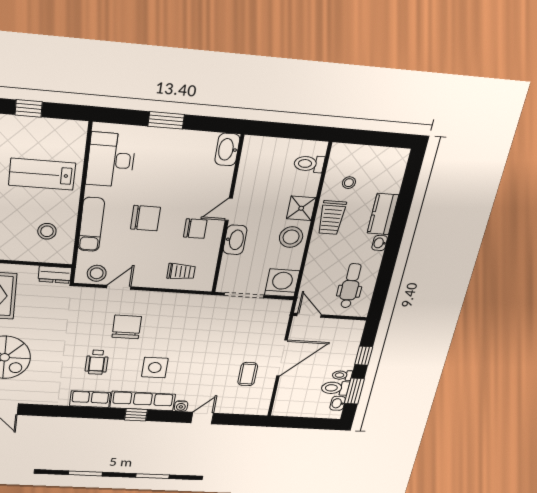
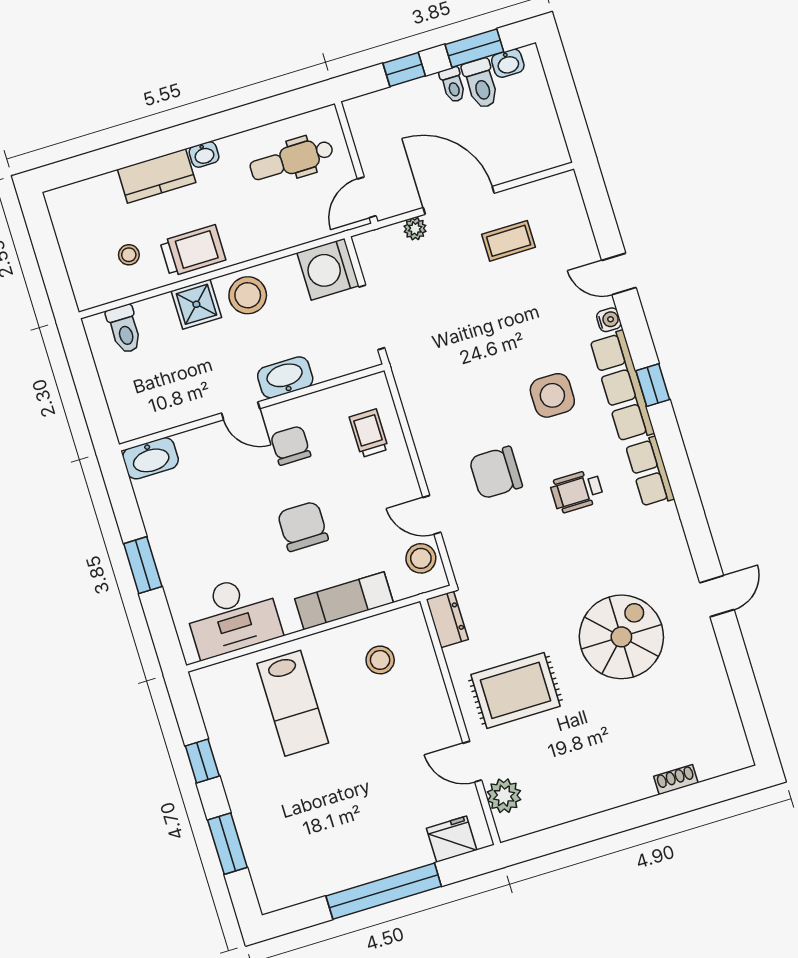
plant: (279, 333) -> (415, 229), added
wheelchair: (97, 362) -> (577, 491), turned 180

